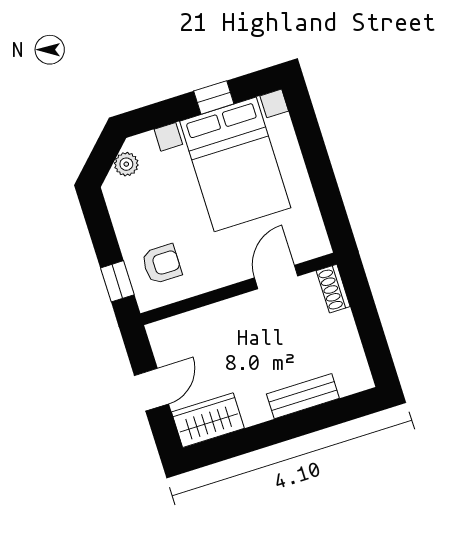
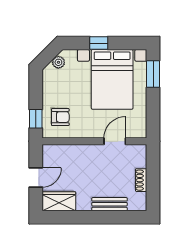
window: (214, 97) -> (99, 43), moved
window: (308, 131) -> (153, 74), added
shoe rack: (333, 289) -> (141, 180), moved

